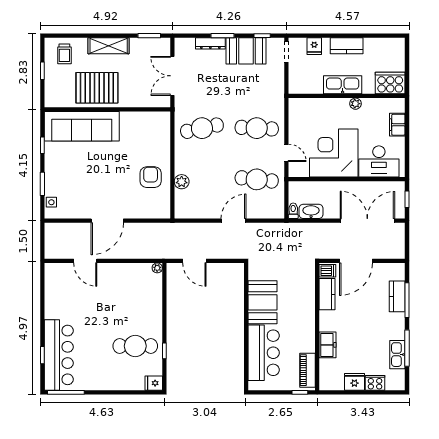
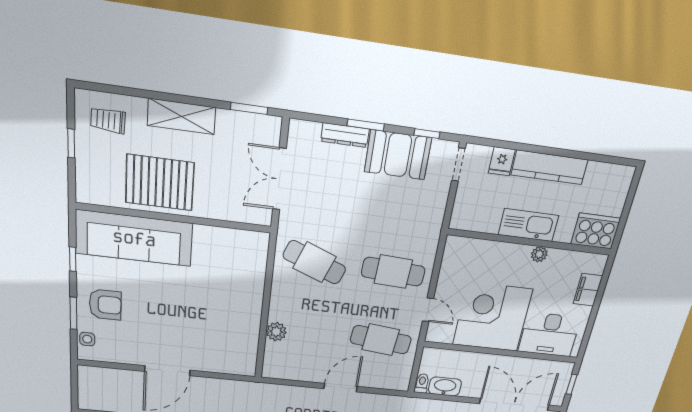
kitchen counter: (347, 46) -> (549, 167), width x1.50
trolley: (64, 54) -> (108, 120), turned 93
cafe table: (202, 128) -> (314, 262), turned 33
armchair: (151, 177) -> (105, 305), moved, turned 90

